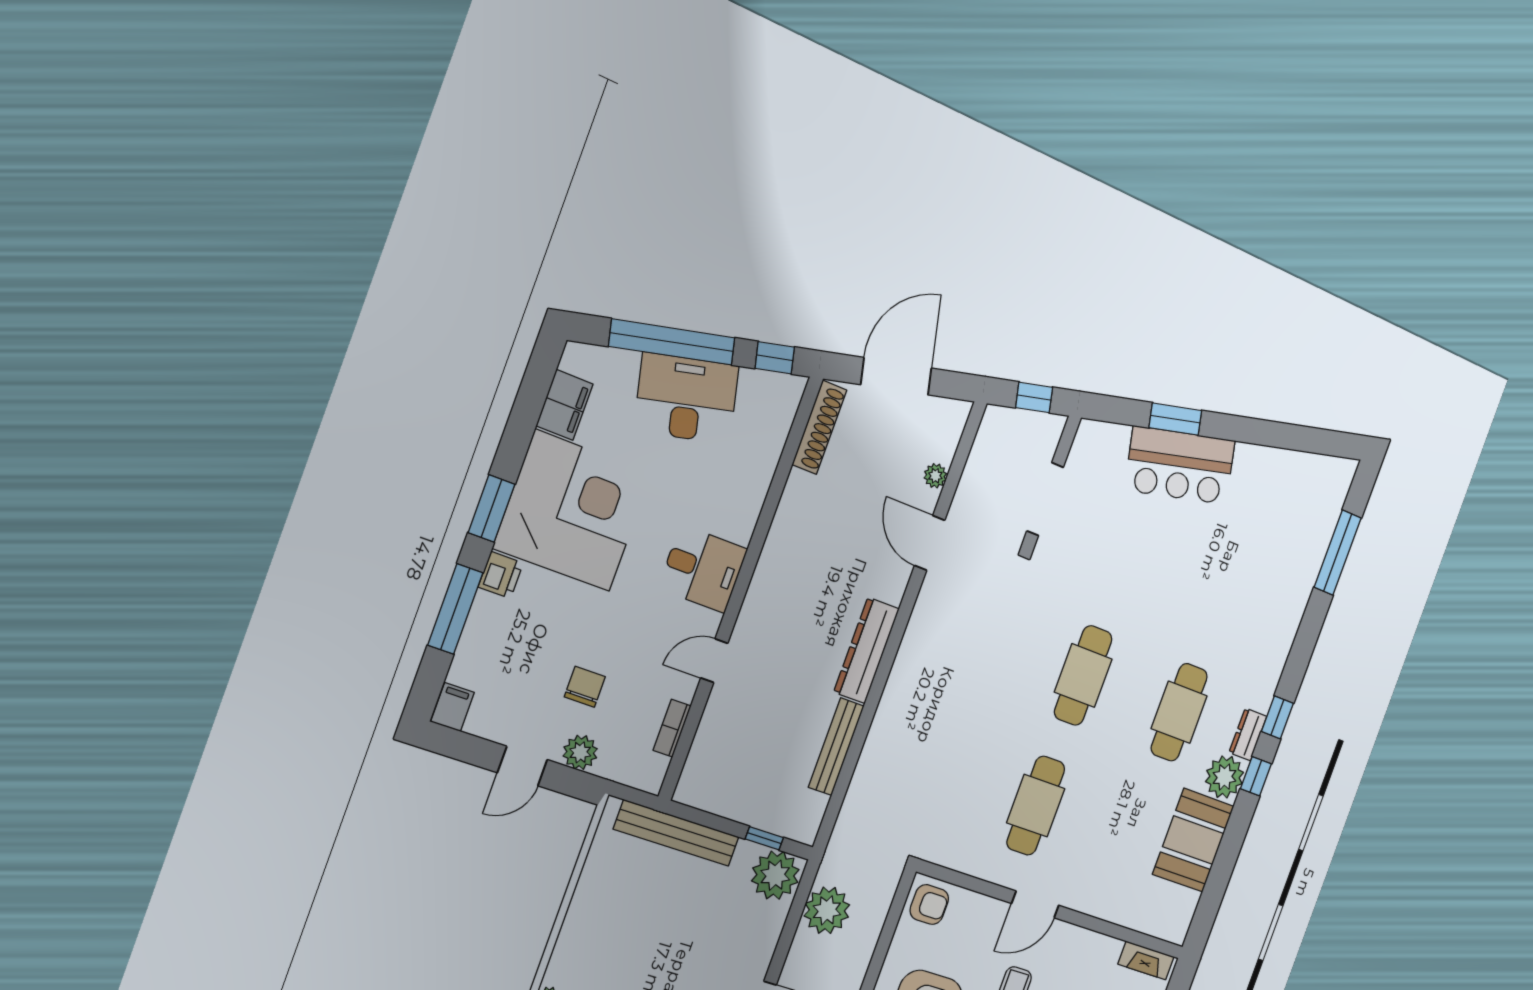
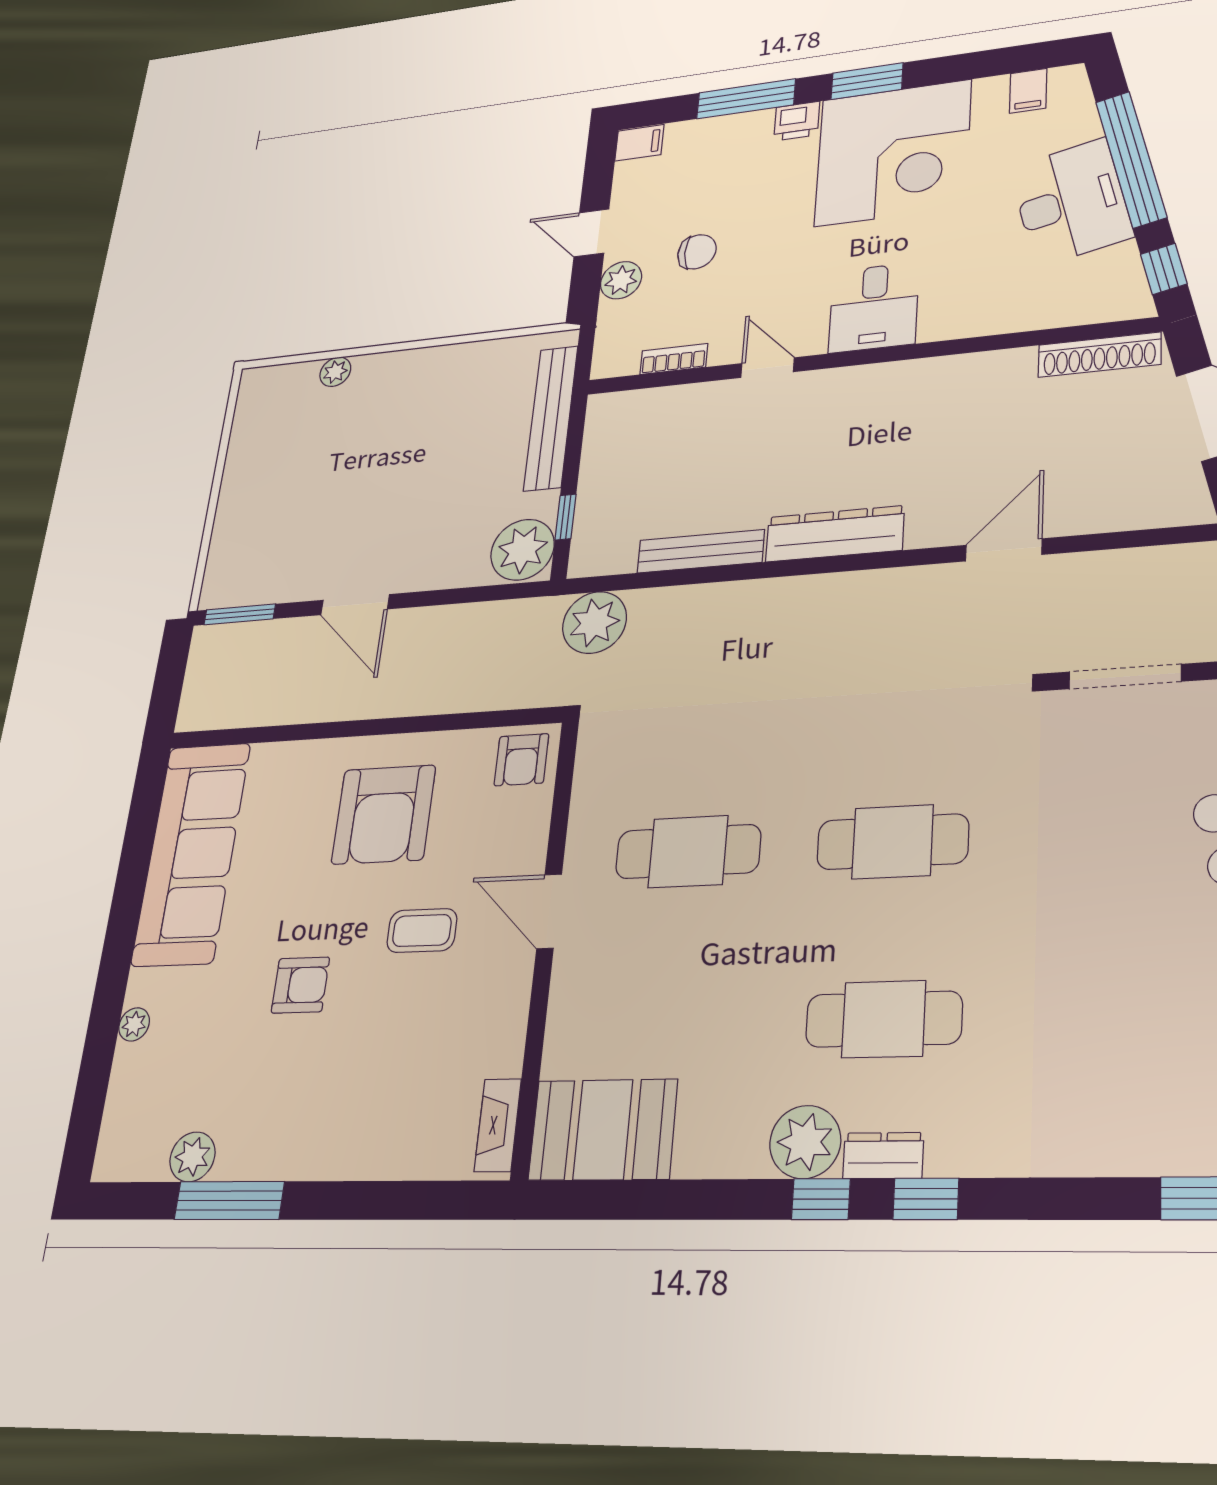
filing cabinet: (565, 405) -> (1028, 91), width x0.50
plant: (935, 476) -> (1096, 518), removed
booth: (1193, 840) -> (603, 1130), moved
plant: (827, 910) -> (594, 622), moved

